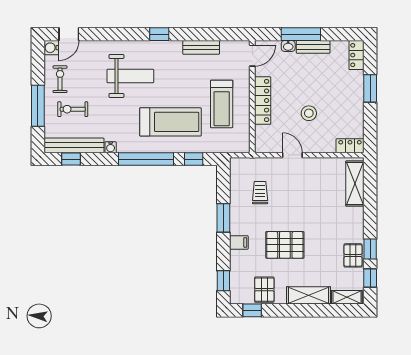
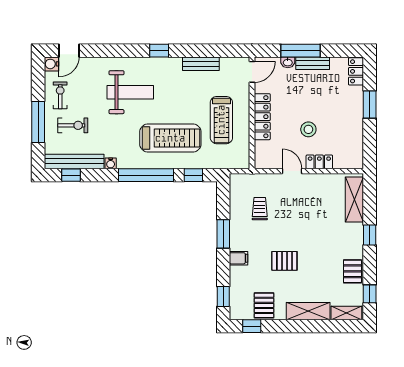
exercise bike: (73, 109) -> (73, 125), turned 180
locker: (350, 146) -> (319, 162), moved
pallet: (285, 245) -> (284, 261), width x0.67, depth x0.71
window: (370, 249) -> (370, 235), moved

